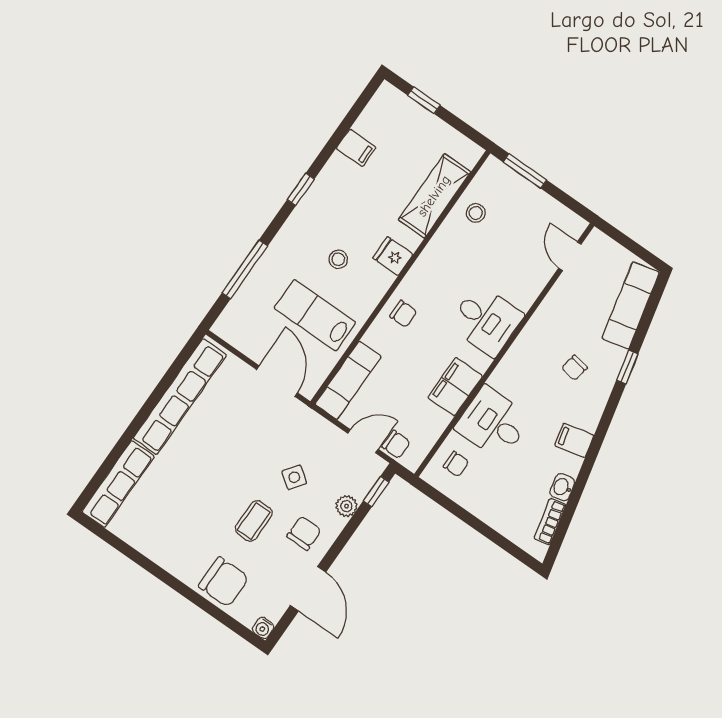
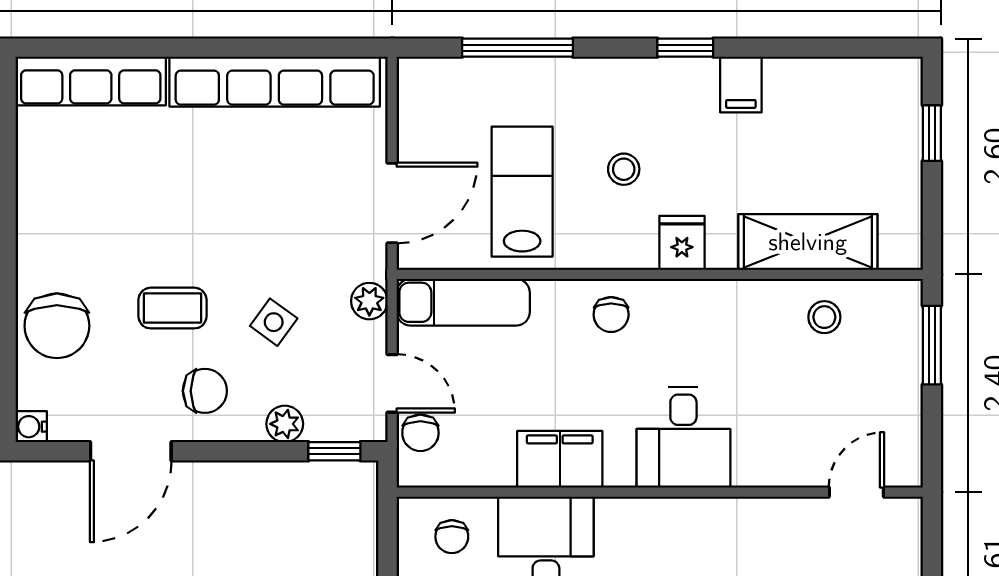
filing cabinet: (356, 148) -> (741, 84), moved
plant: (316, 425) -> (369, 301), added

